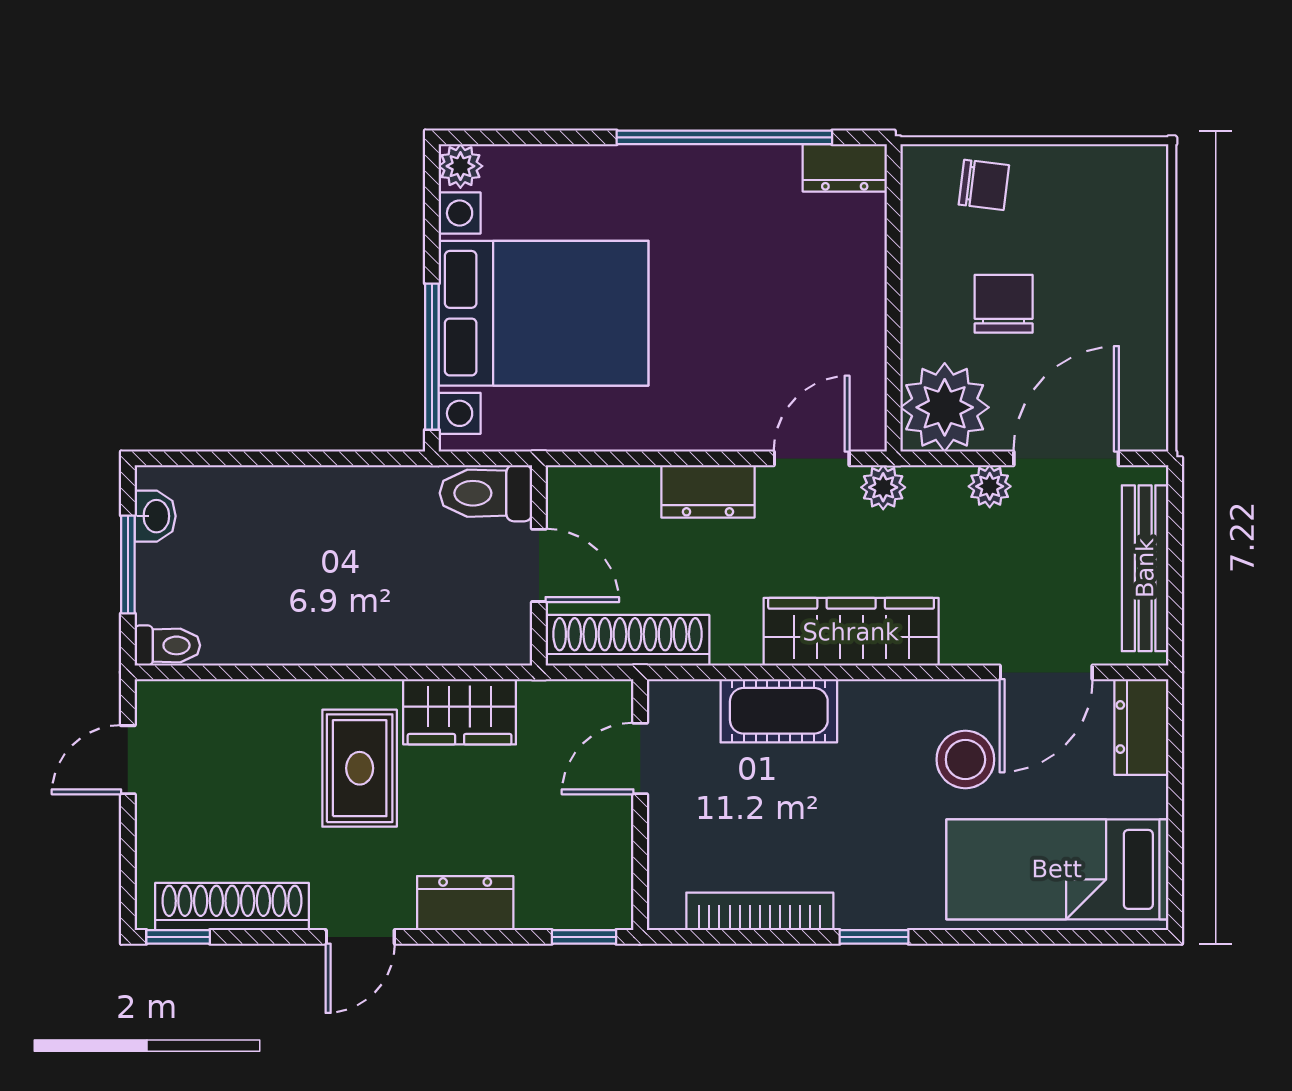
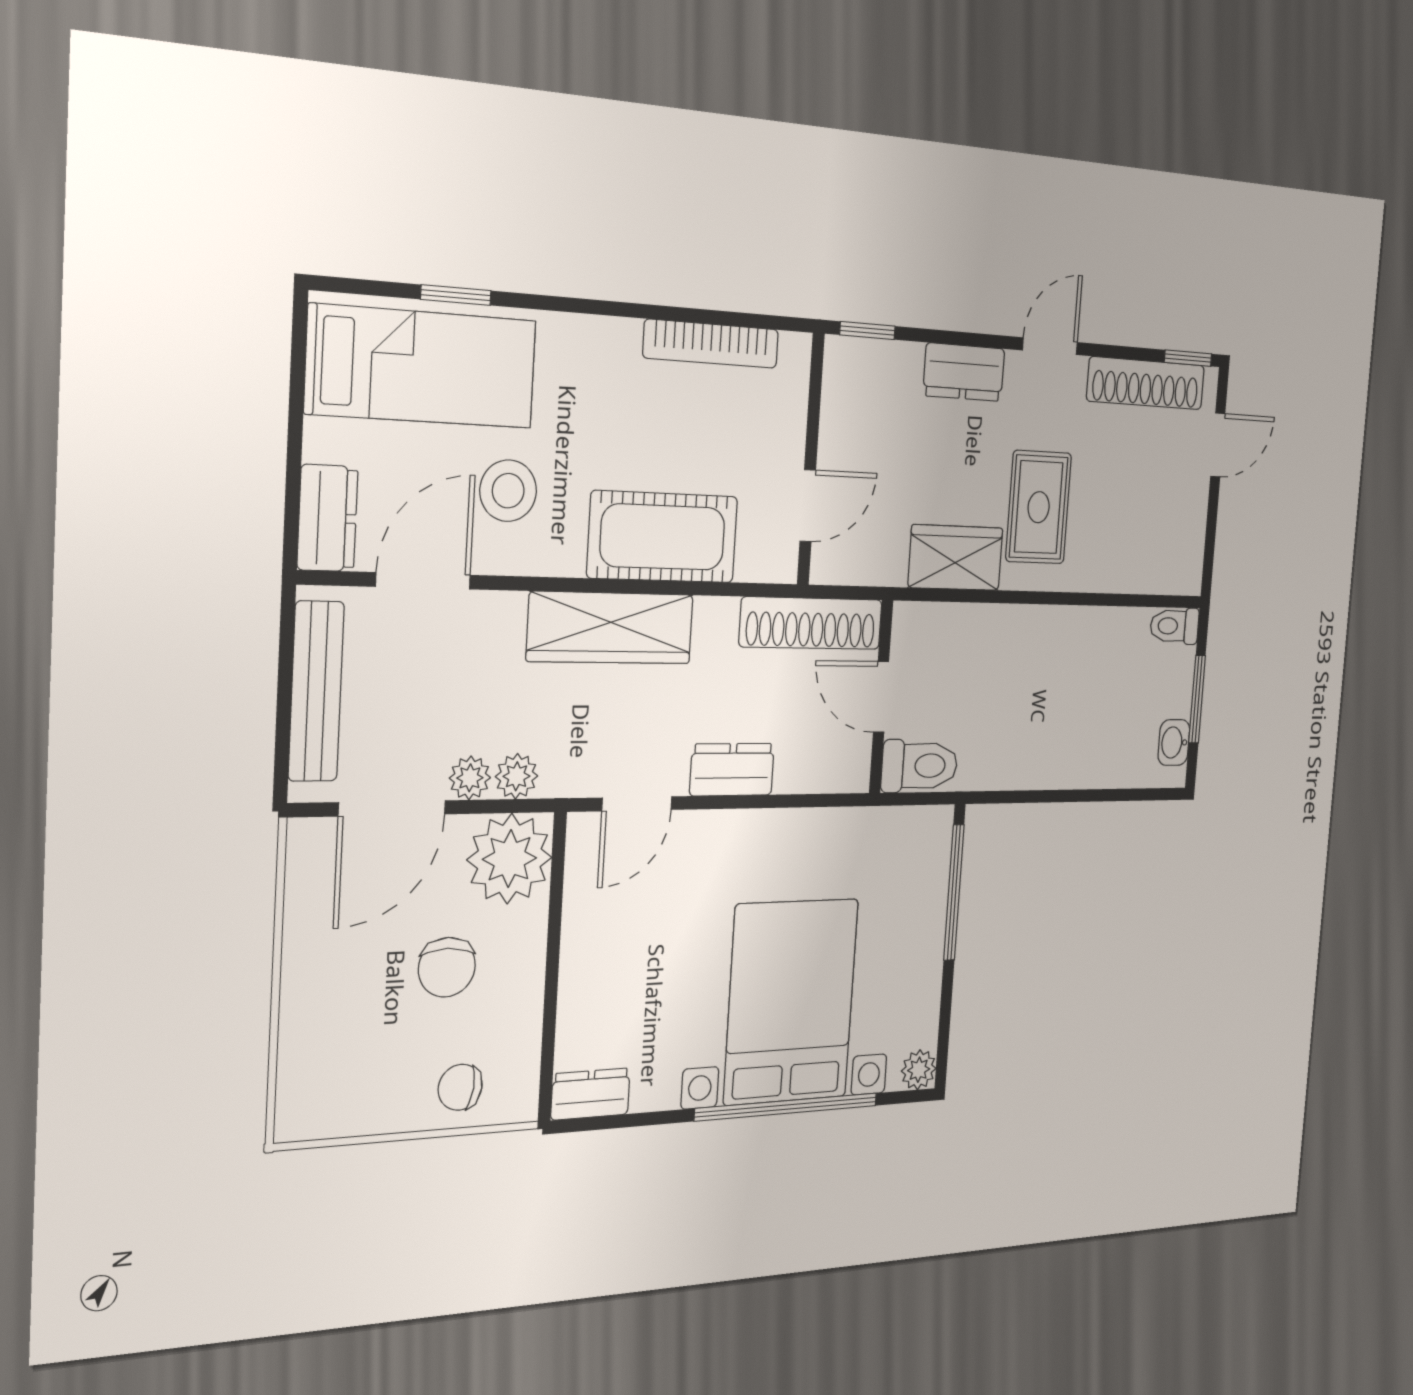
window: (724, 137) -> (787, 1107), moved
bed with nightstands: (544, 313) -> (791, 1002), moved, turned 90
plant: (883, 487) -> (516, 776), moved
cot: (779, 711) -> (663, 537), width x1.37, depth x1.34
door: (128, 760) -> (1218, 445), moved
window: (874, 937) -> (456, 295), moved

